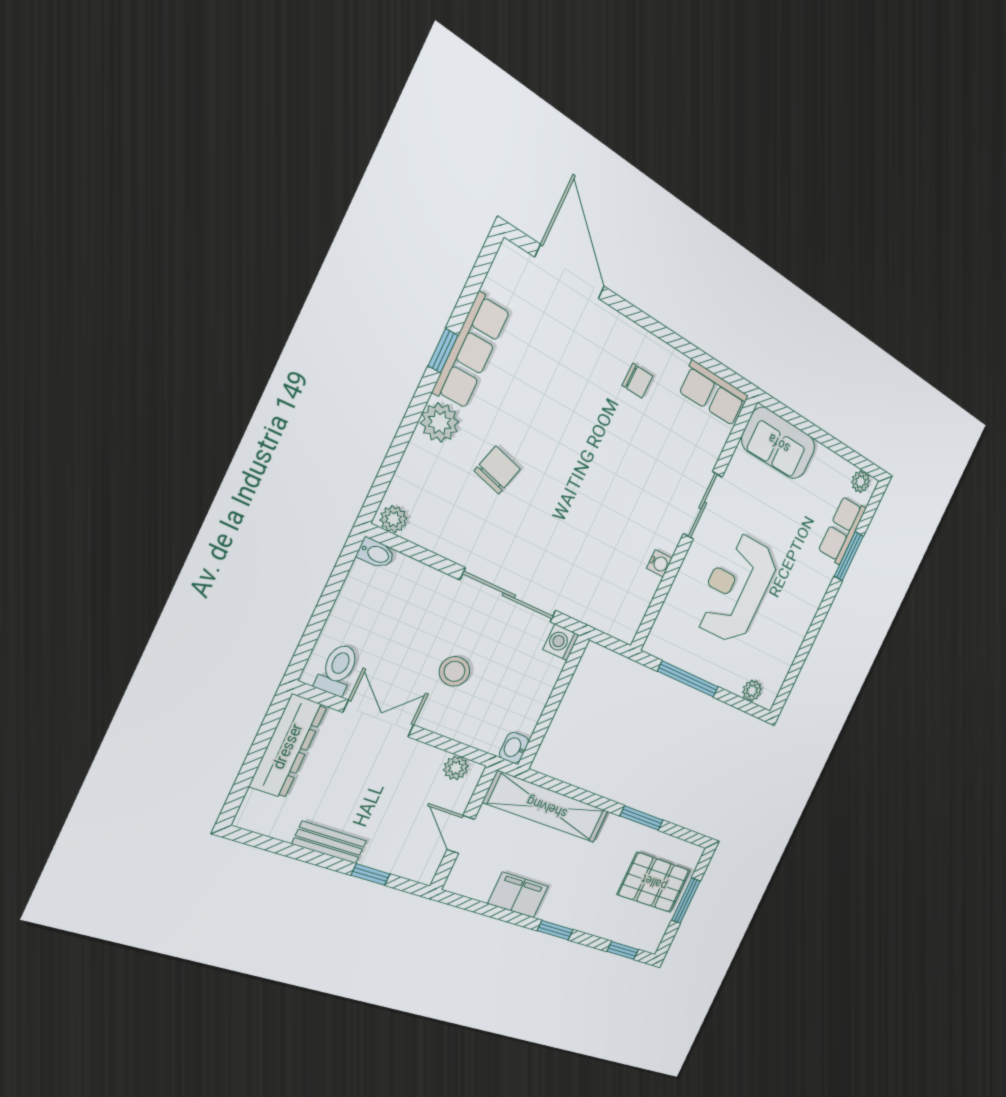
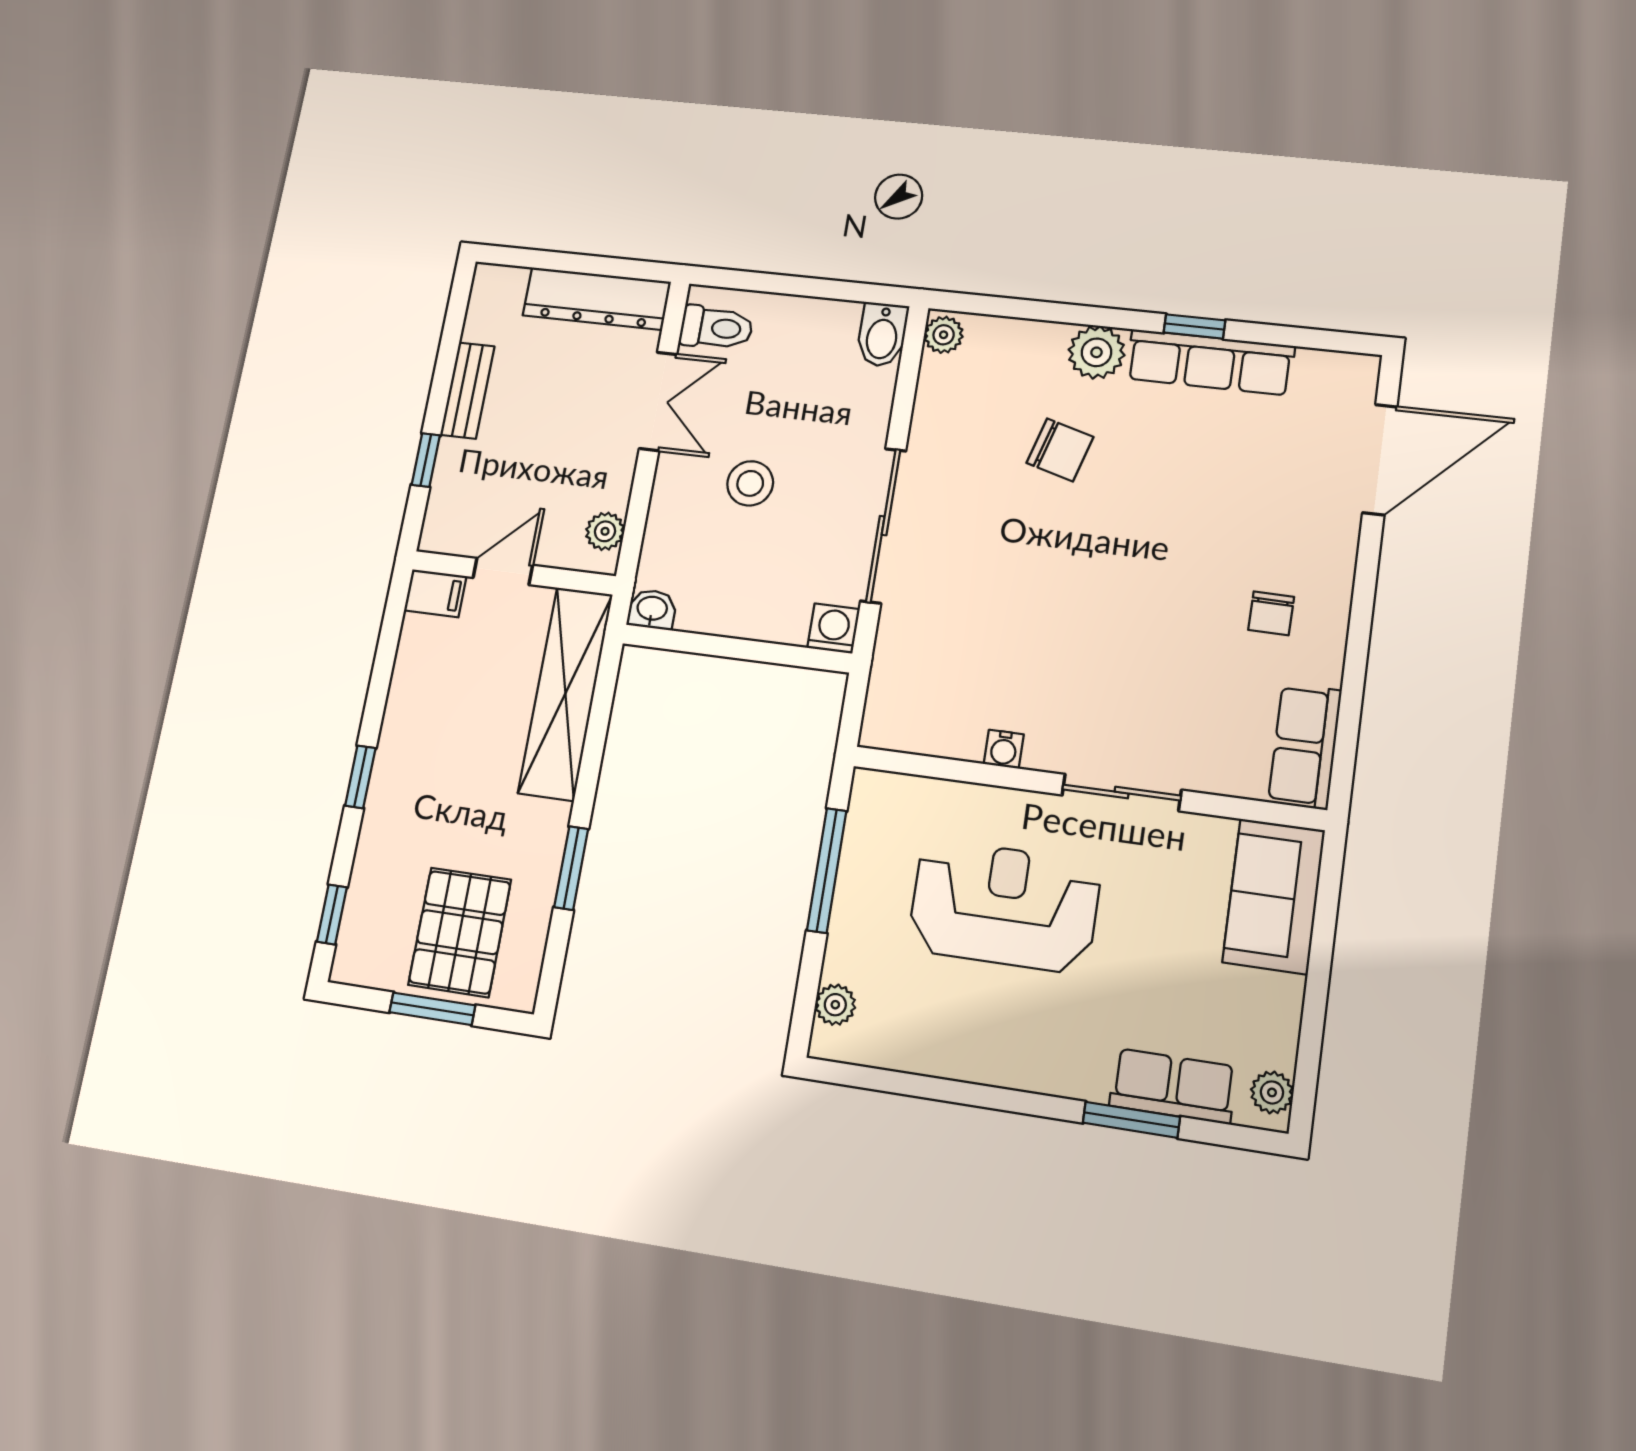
bidet: (376, 553) -> (882, 335), width x1.38, depth x1.36
filing cabinet: (518, 895) -> (435, 593), moved, width x0.50

